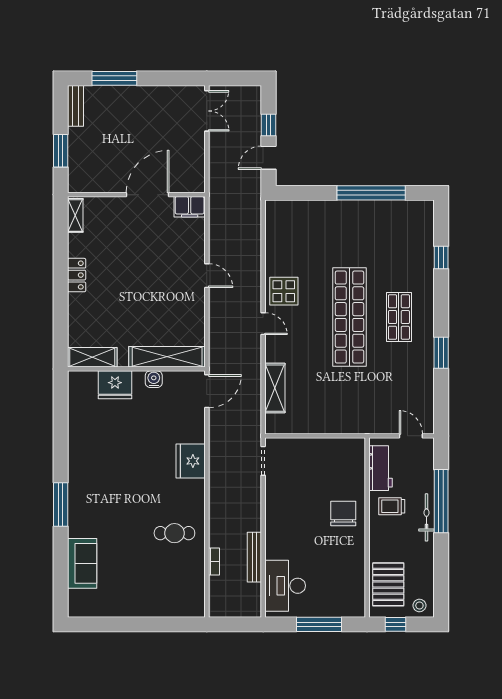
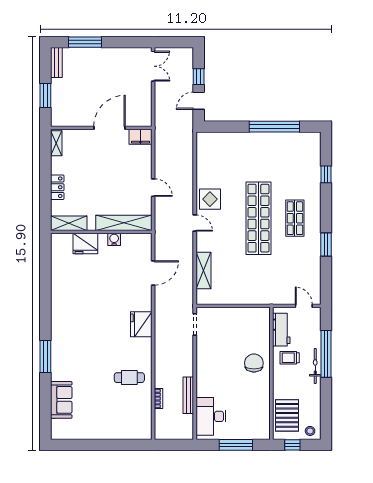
shelving: (92, 357) -> (69, 223), moved
shelving: (167, 357) -> (124, 223), moved
wall: (136, 369) -> (101, 232), moved
water cooler: (154, 379) -> (114, 239), moved
fridge: (115, 385) -> (85, 244), moved

